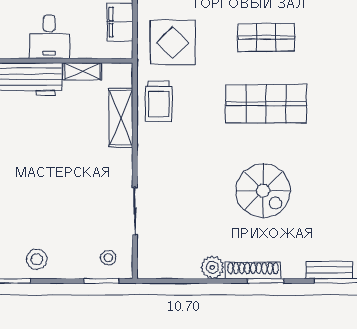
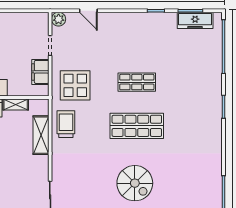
trolley: (159, 101) -> (66, 124), turned 180

